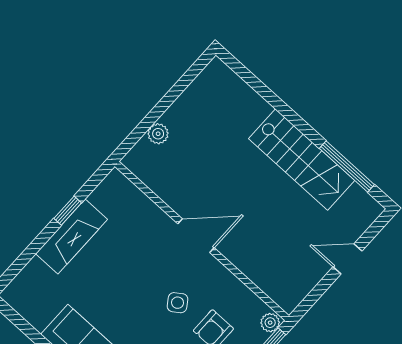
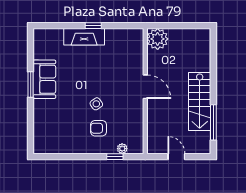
plant: (158, 134) -> (158, 39), width x1.87, depth x1.87
door: (196, 236) -> (145, 87), moved
wall: (202, 241) -> (145, 91), moved

